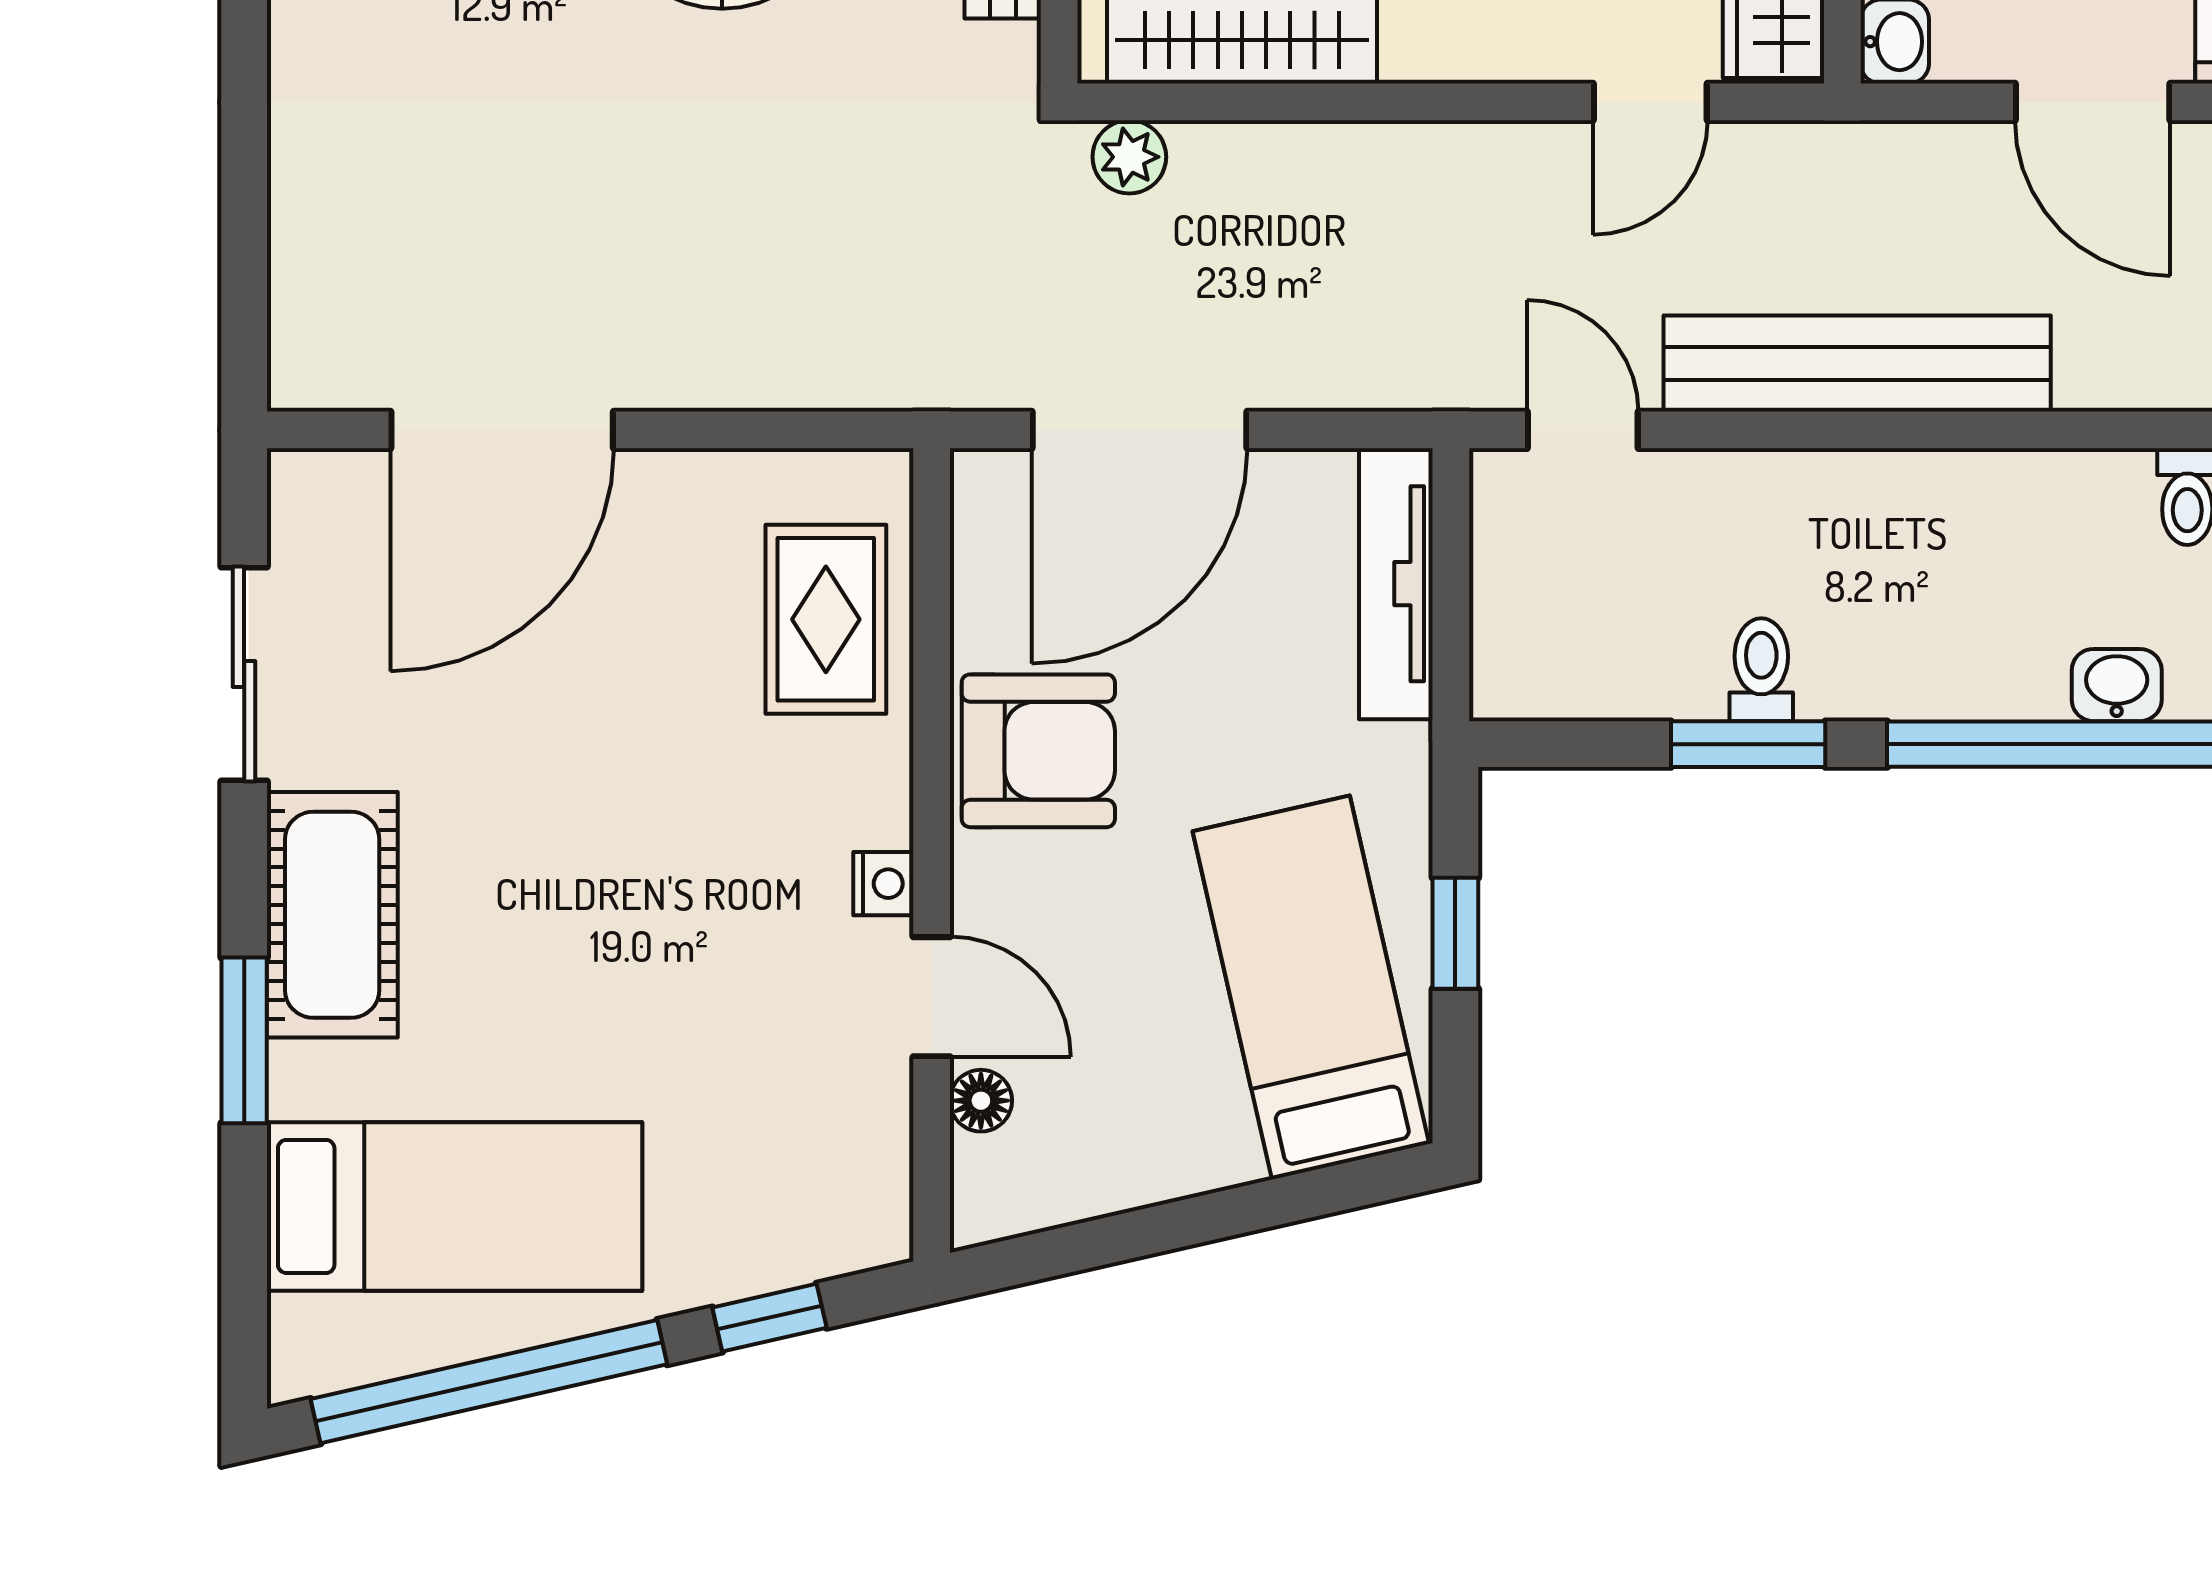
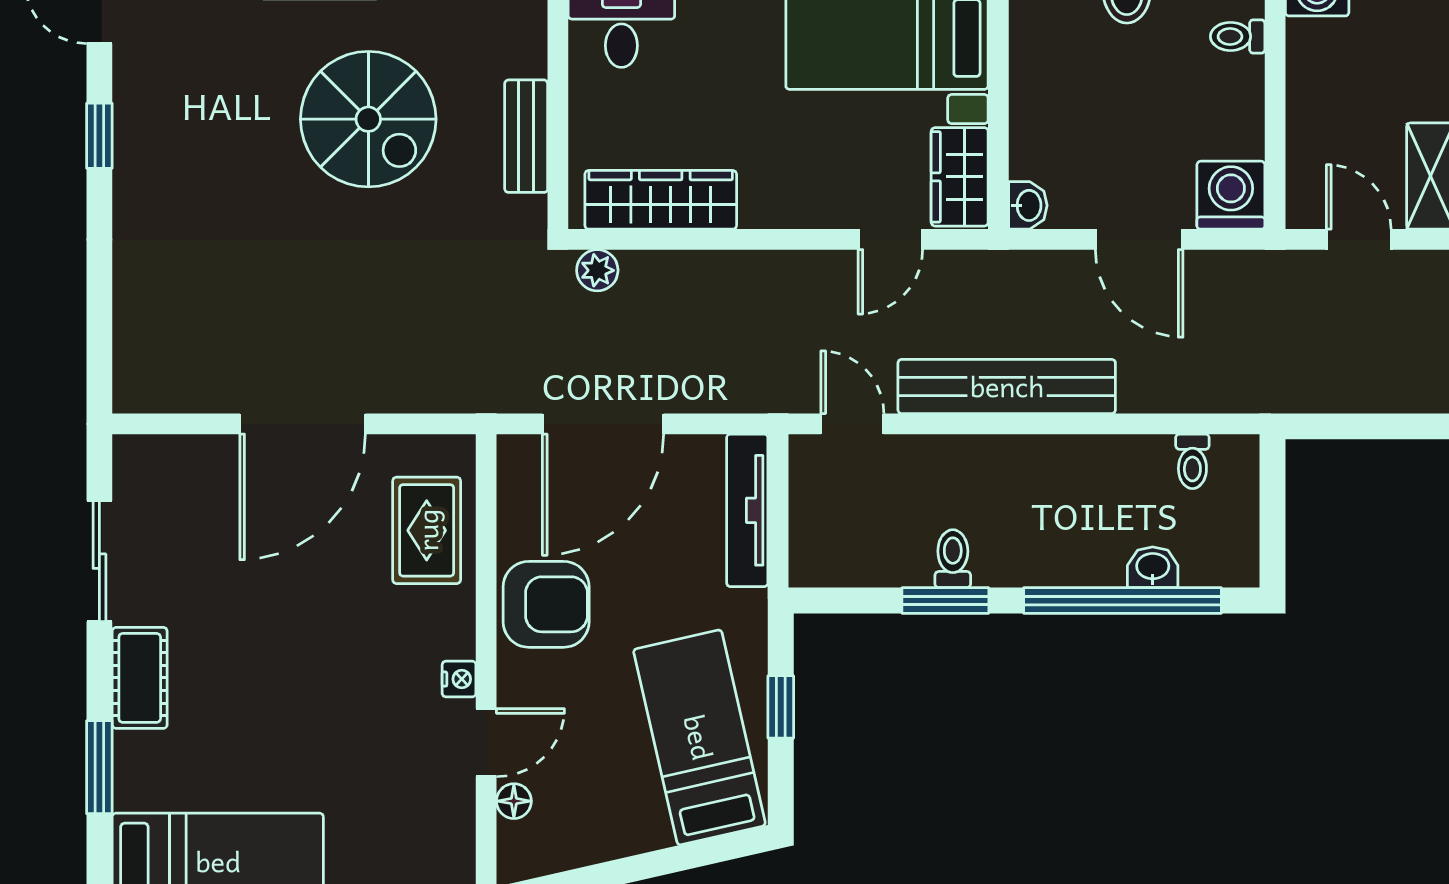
door: (502, 430) -> (303, 424), moved
cot: (332, 915) -> (140, 678), width x0.73, depth x0.75
door: (932, 997) -> (486, 743), hinge flipped

